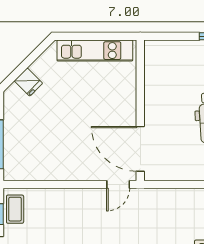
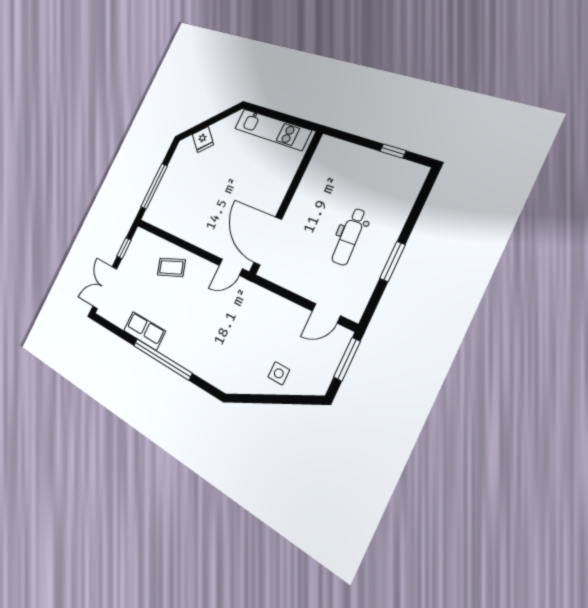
coffee table: (15, 209) -> (171, 267), moved, turned 70

